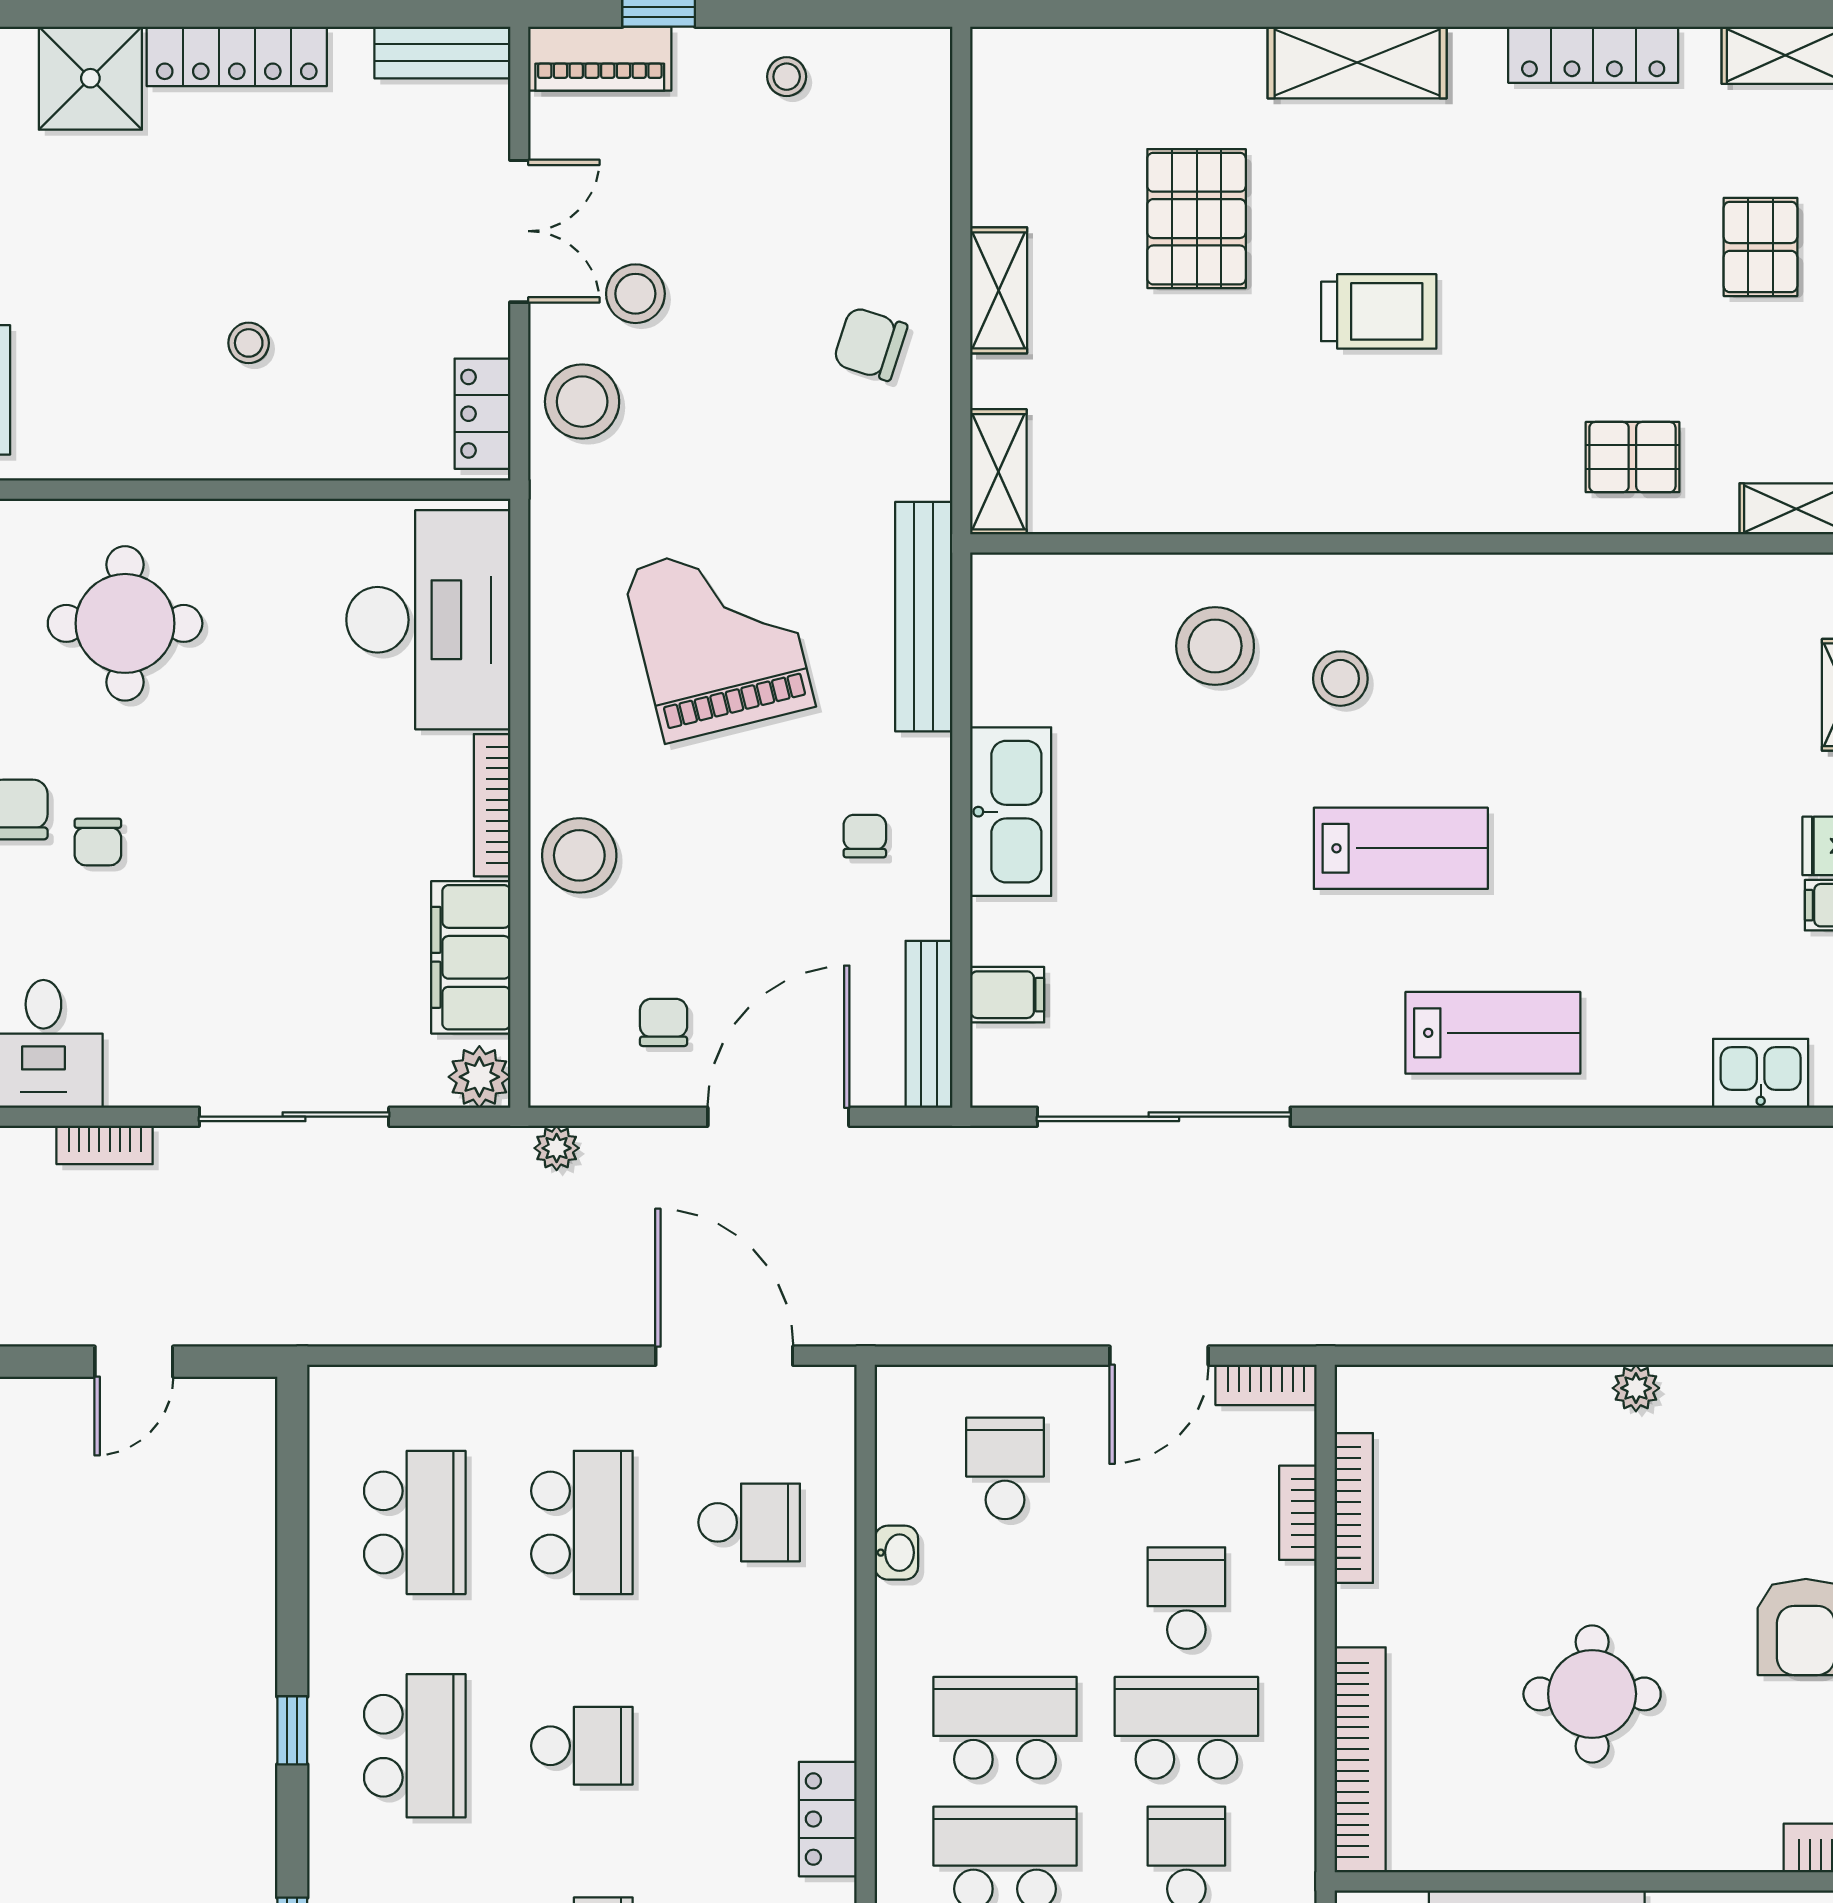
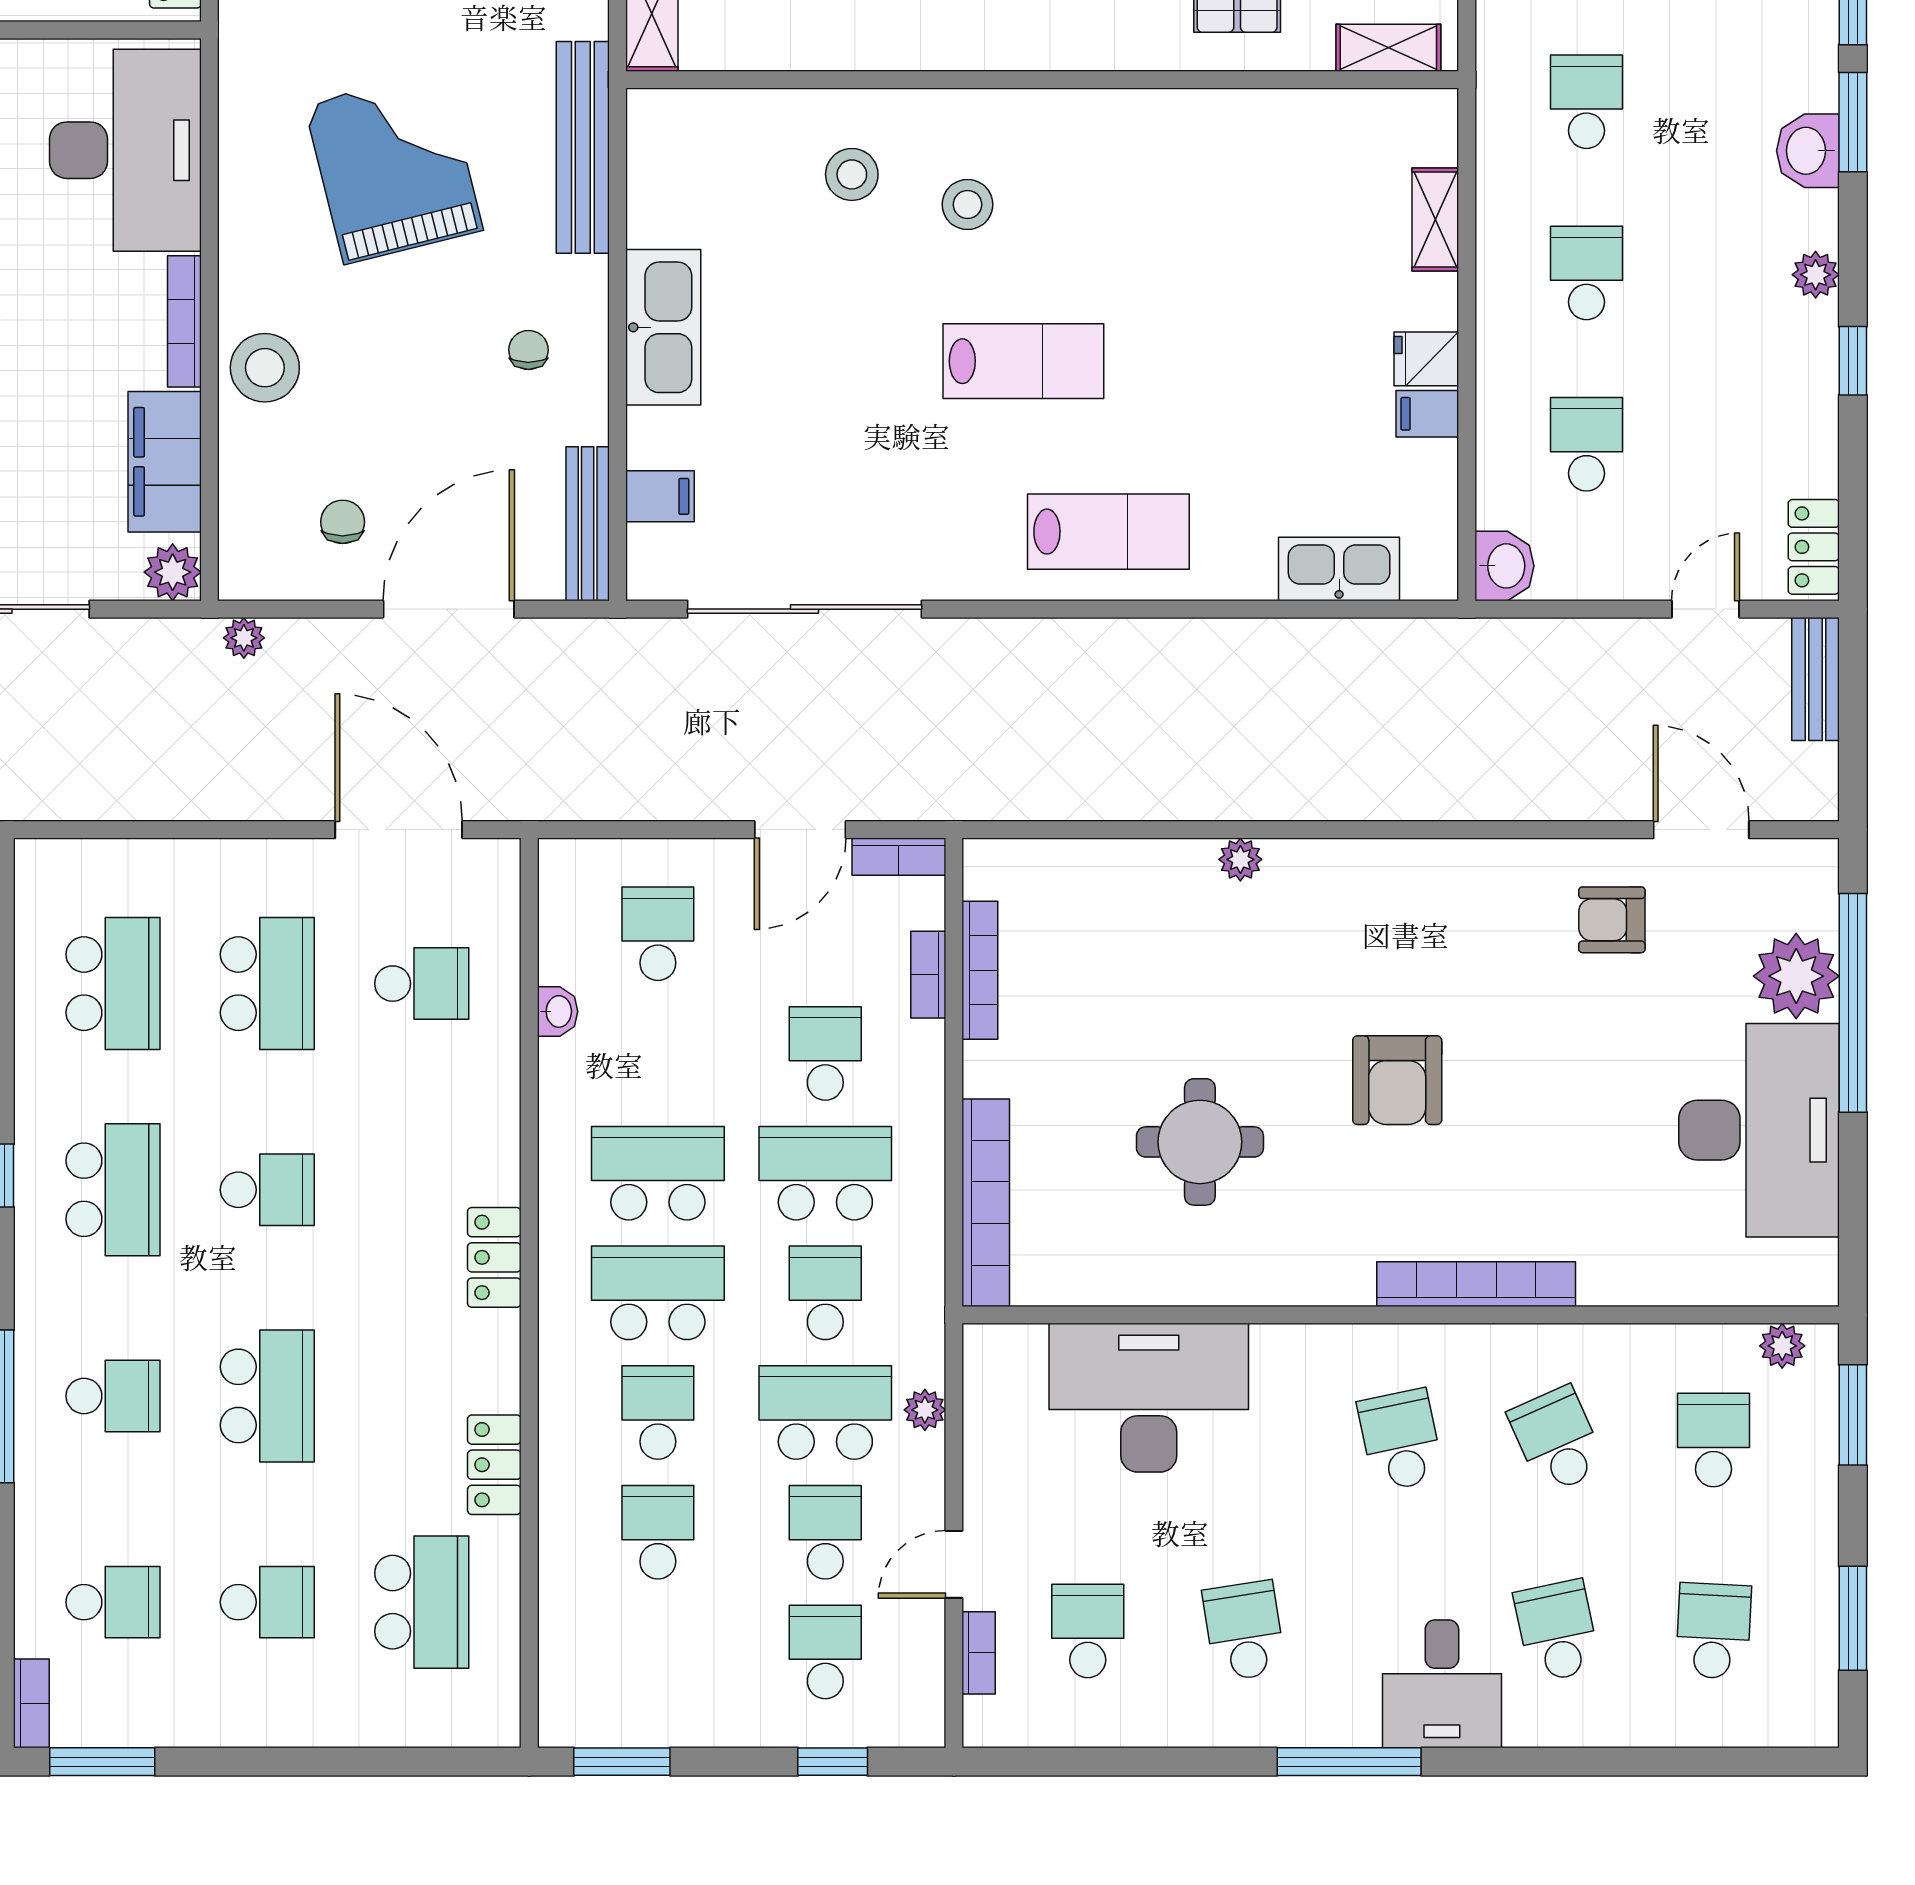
stool: (1215, 646) -> (852, 174), width x0.73, depth x0.73
kitchen sink: (1761, 1073) -> (1339, 569), width x1.38

